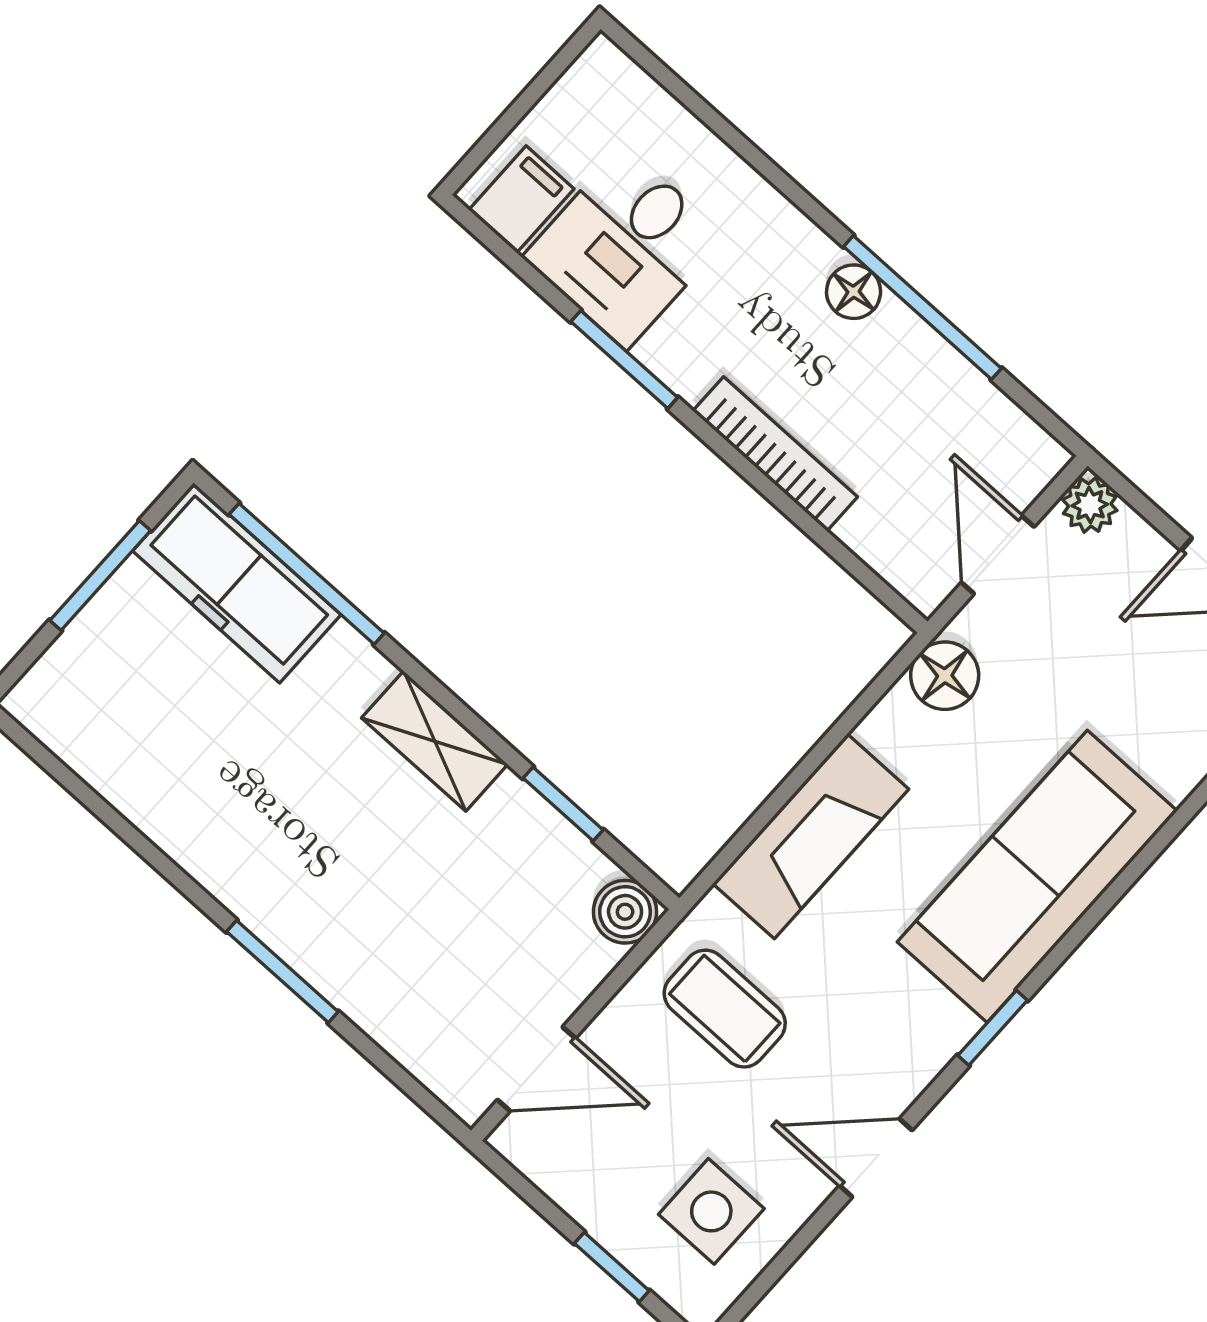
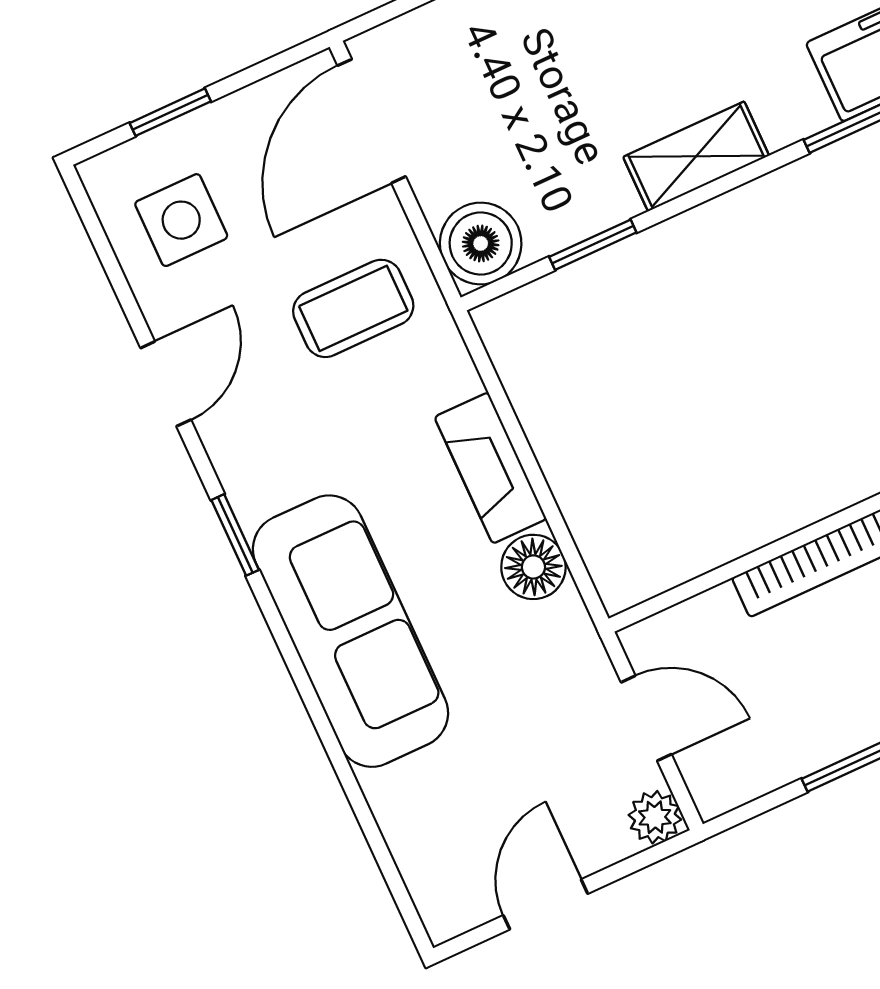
floor lamp: (945, 676) -> (533, 567), moved
fireplace: (811, 836) -> (490, 468), width x0.73, depth x0.76
boiler: (625, 912) -> (481, 243), width x1.36, depth x1.36
door: (536, 1069) -> (372, 121), width x1.38

